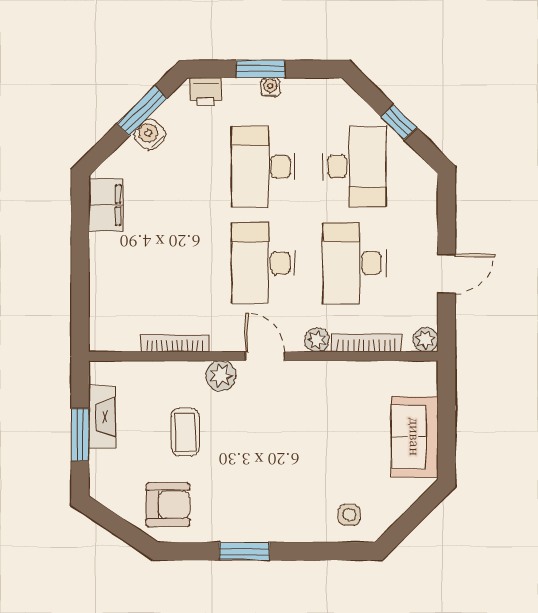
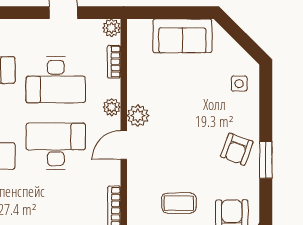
desk: (263, 263) -> (56, 146), turned 180
bookcase: (367, 343) -> (114, 62), width x0.64
plant: (221, 376) -> (138, 116), moved
armchair: (259, 511) -> (237, 149), added

